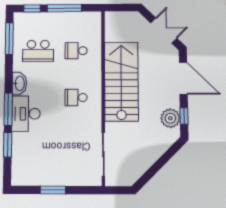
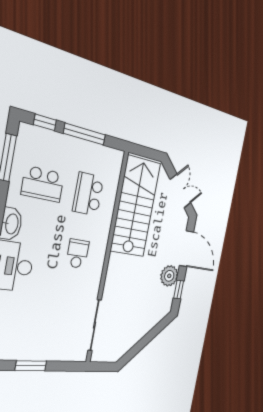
school desk: (76, 51) -> (88, 194), width x1.85
stairs: (121, 82) -> (136, 207), moved
school desk: (76, 98) -> (77, 254), turned 90
plant: (170, 118) -> (169, 276), moved

